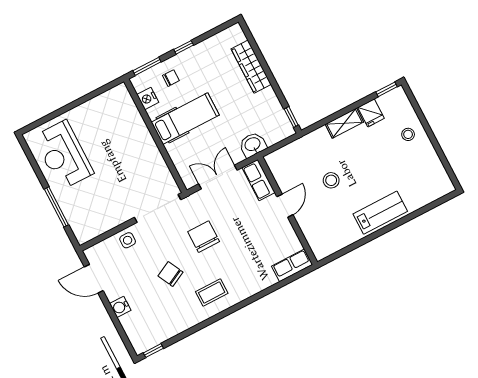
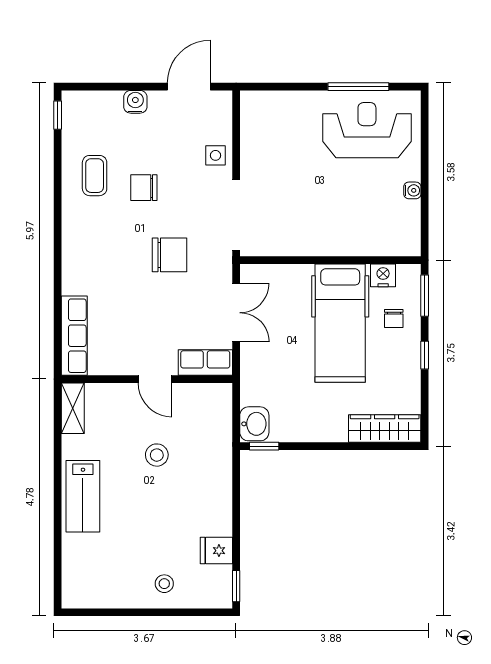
wardrobe: (251, 67) -> (385, 428), moved
water cooler: (86, 108) -> (412, 190), added
hospital bed: (185, 119) -> (340, 323), width x1.37, depth x1.29
shelving: (344, 123) -> (73, 408), moved
washbasin: (253, 145) -> (254, 424), moved
window: (56, 207) -> (358, 87), moved
row of seats: (292, 265) -> (74, 336), width x1.48
chair: (170, 274) -> (144, 188), turned -153
coffee table: (212, 293) -> (95, 176), moved

